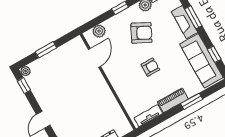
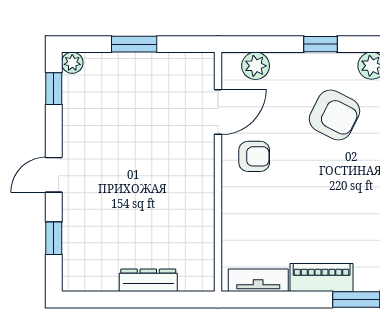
armchair: (150, 67) -> (254, 156), moved

